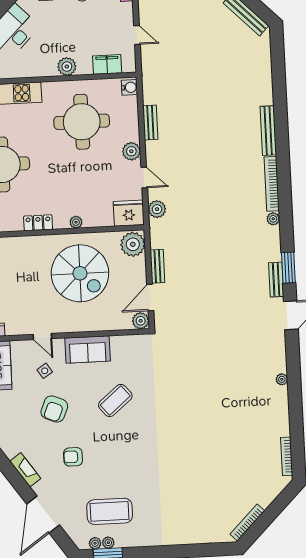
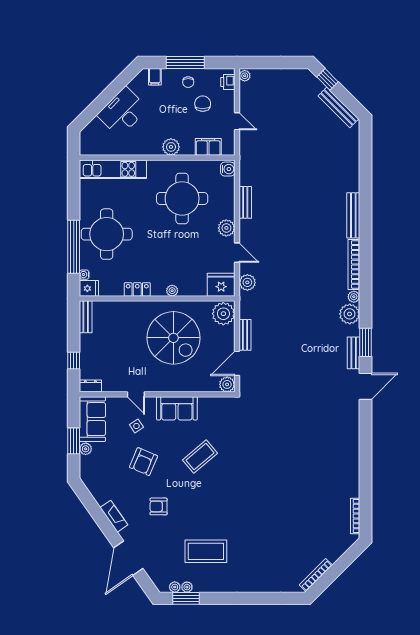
chair: (99, 18) -> (203, 104), added
plant: (282, 379) -> (350, 314), moved, width x1.88, depth x1.88
coffee table: (110, 511) -> (206, 551), moved

